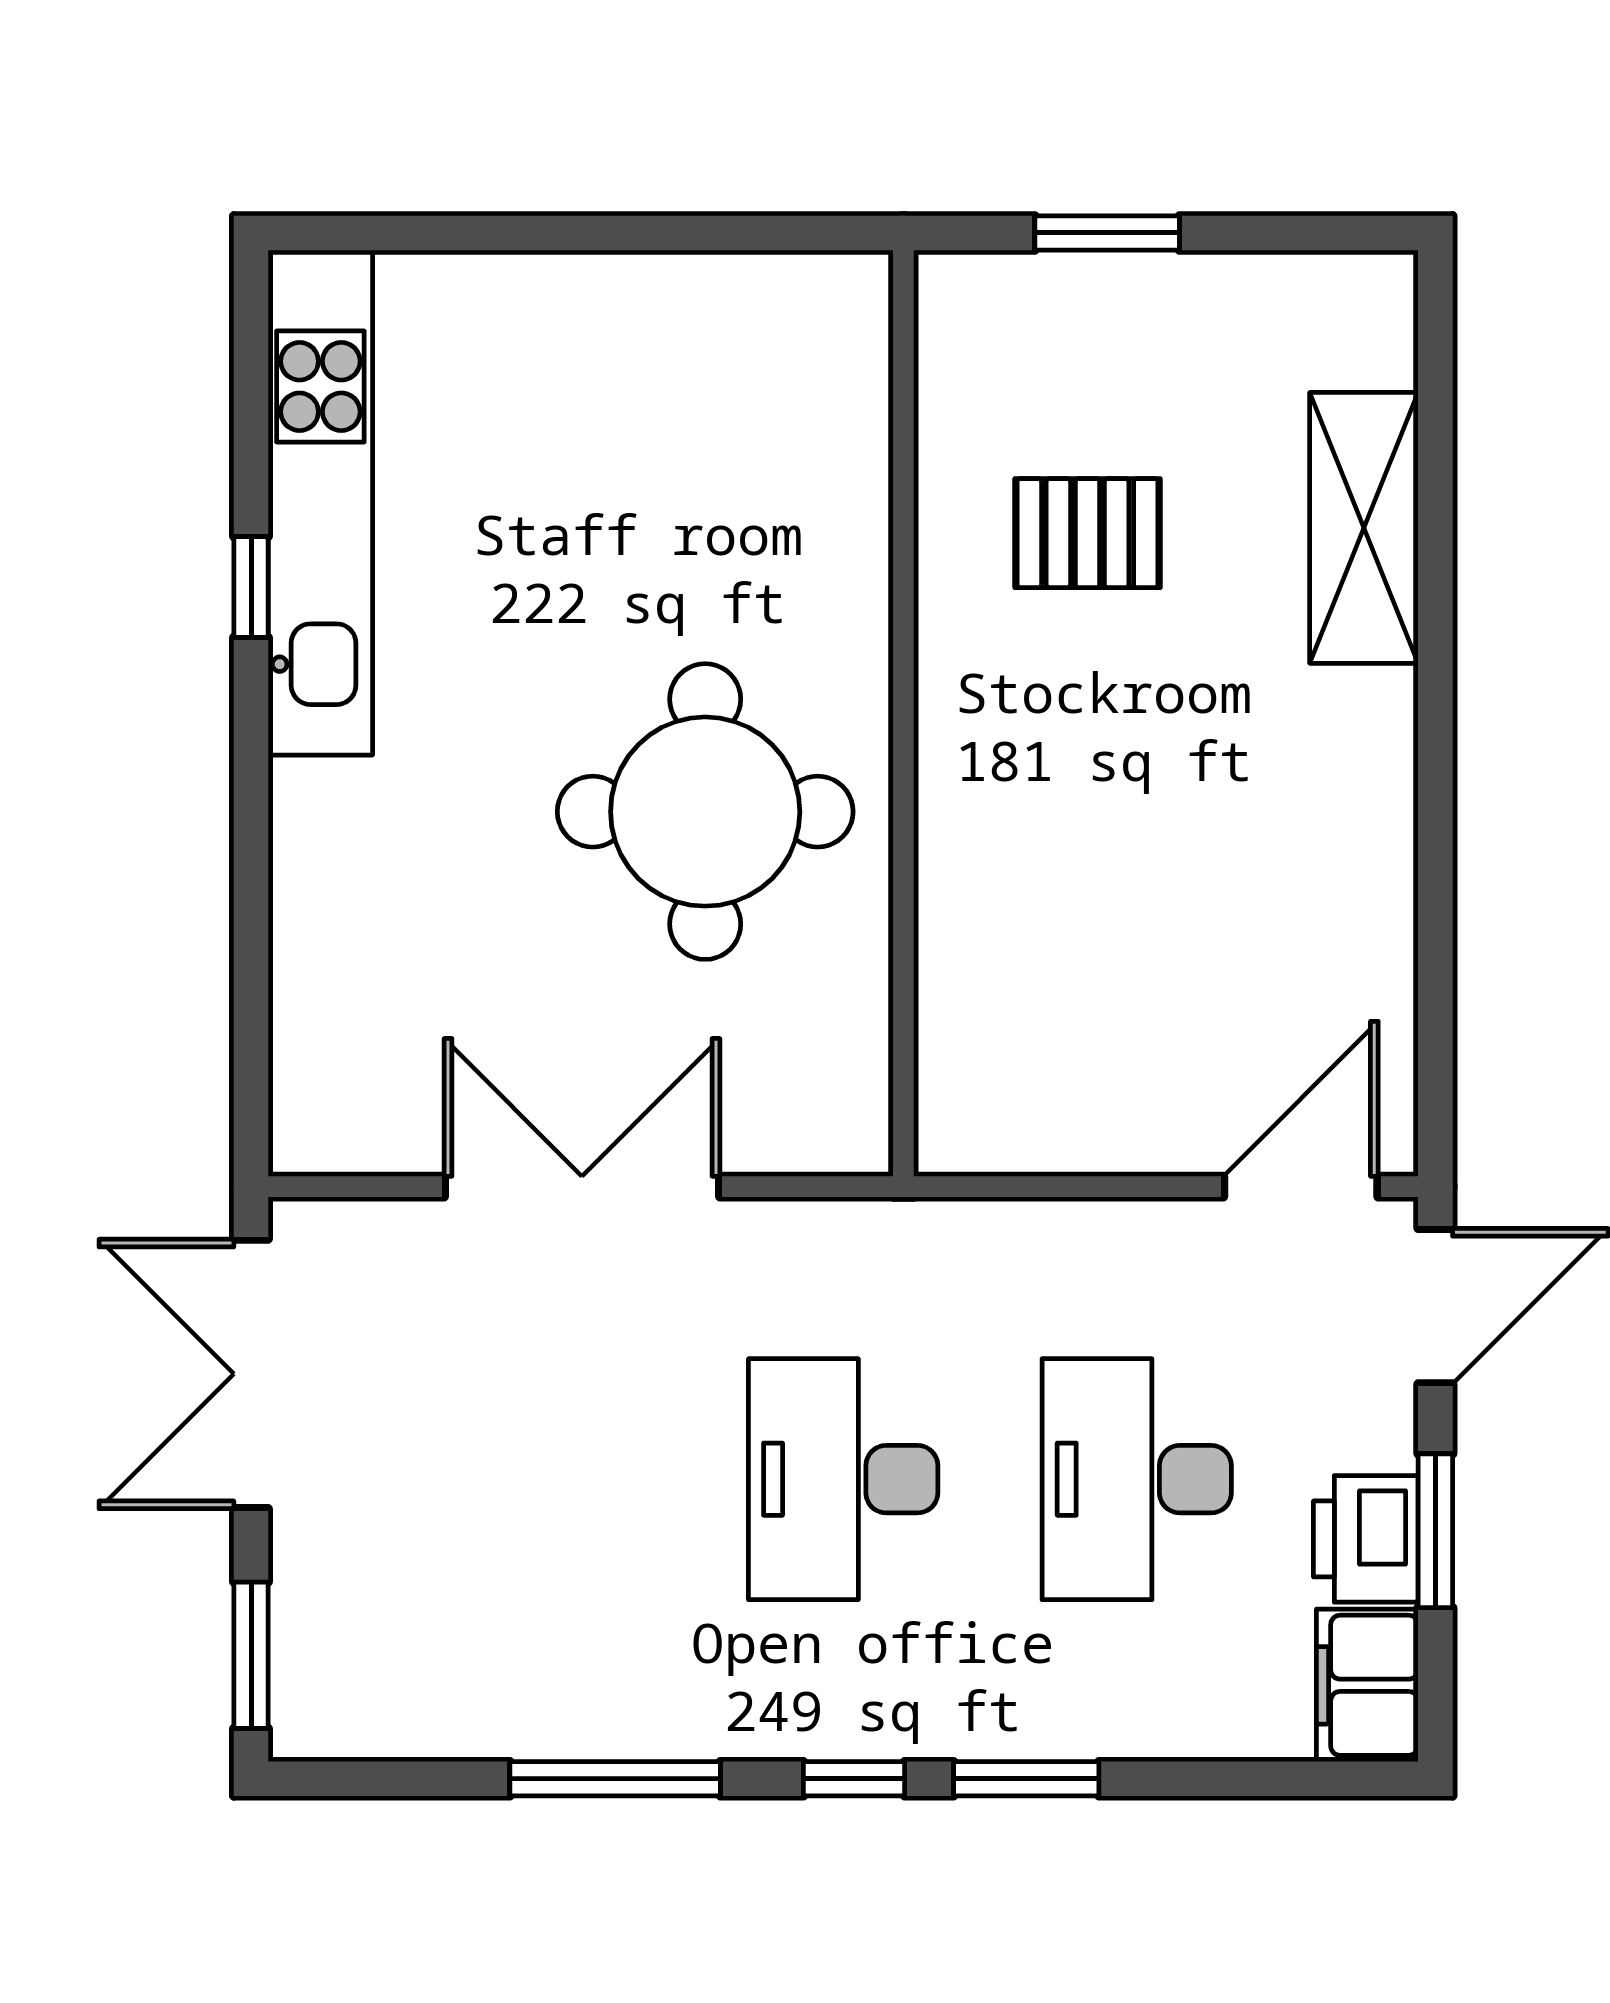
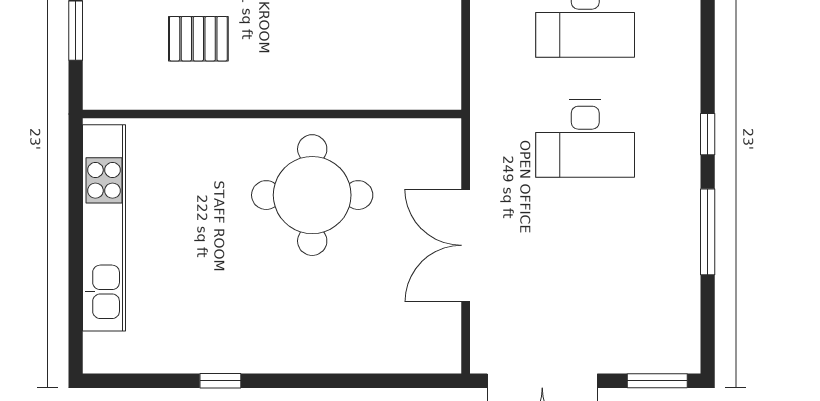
kitchen unit: (320, 503) -> (104, 228), moved, turned 90
pallet: (1088, 533) -> (198, 39), turned 90
window: (1026, 1779) -> (708, 64), removed

